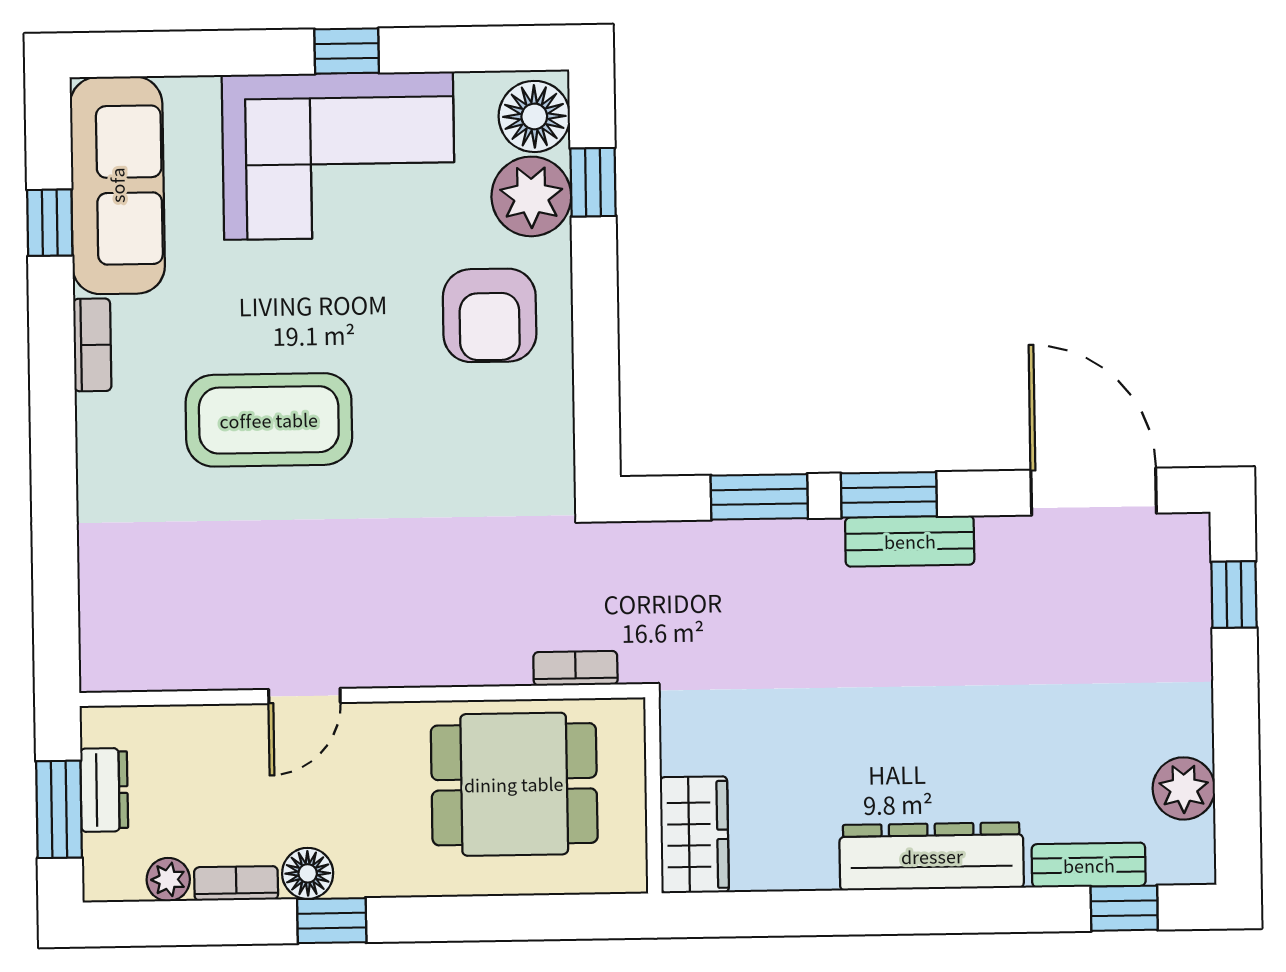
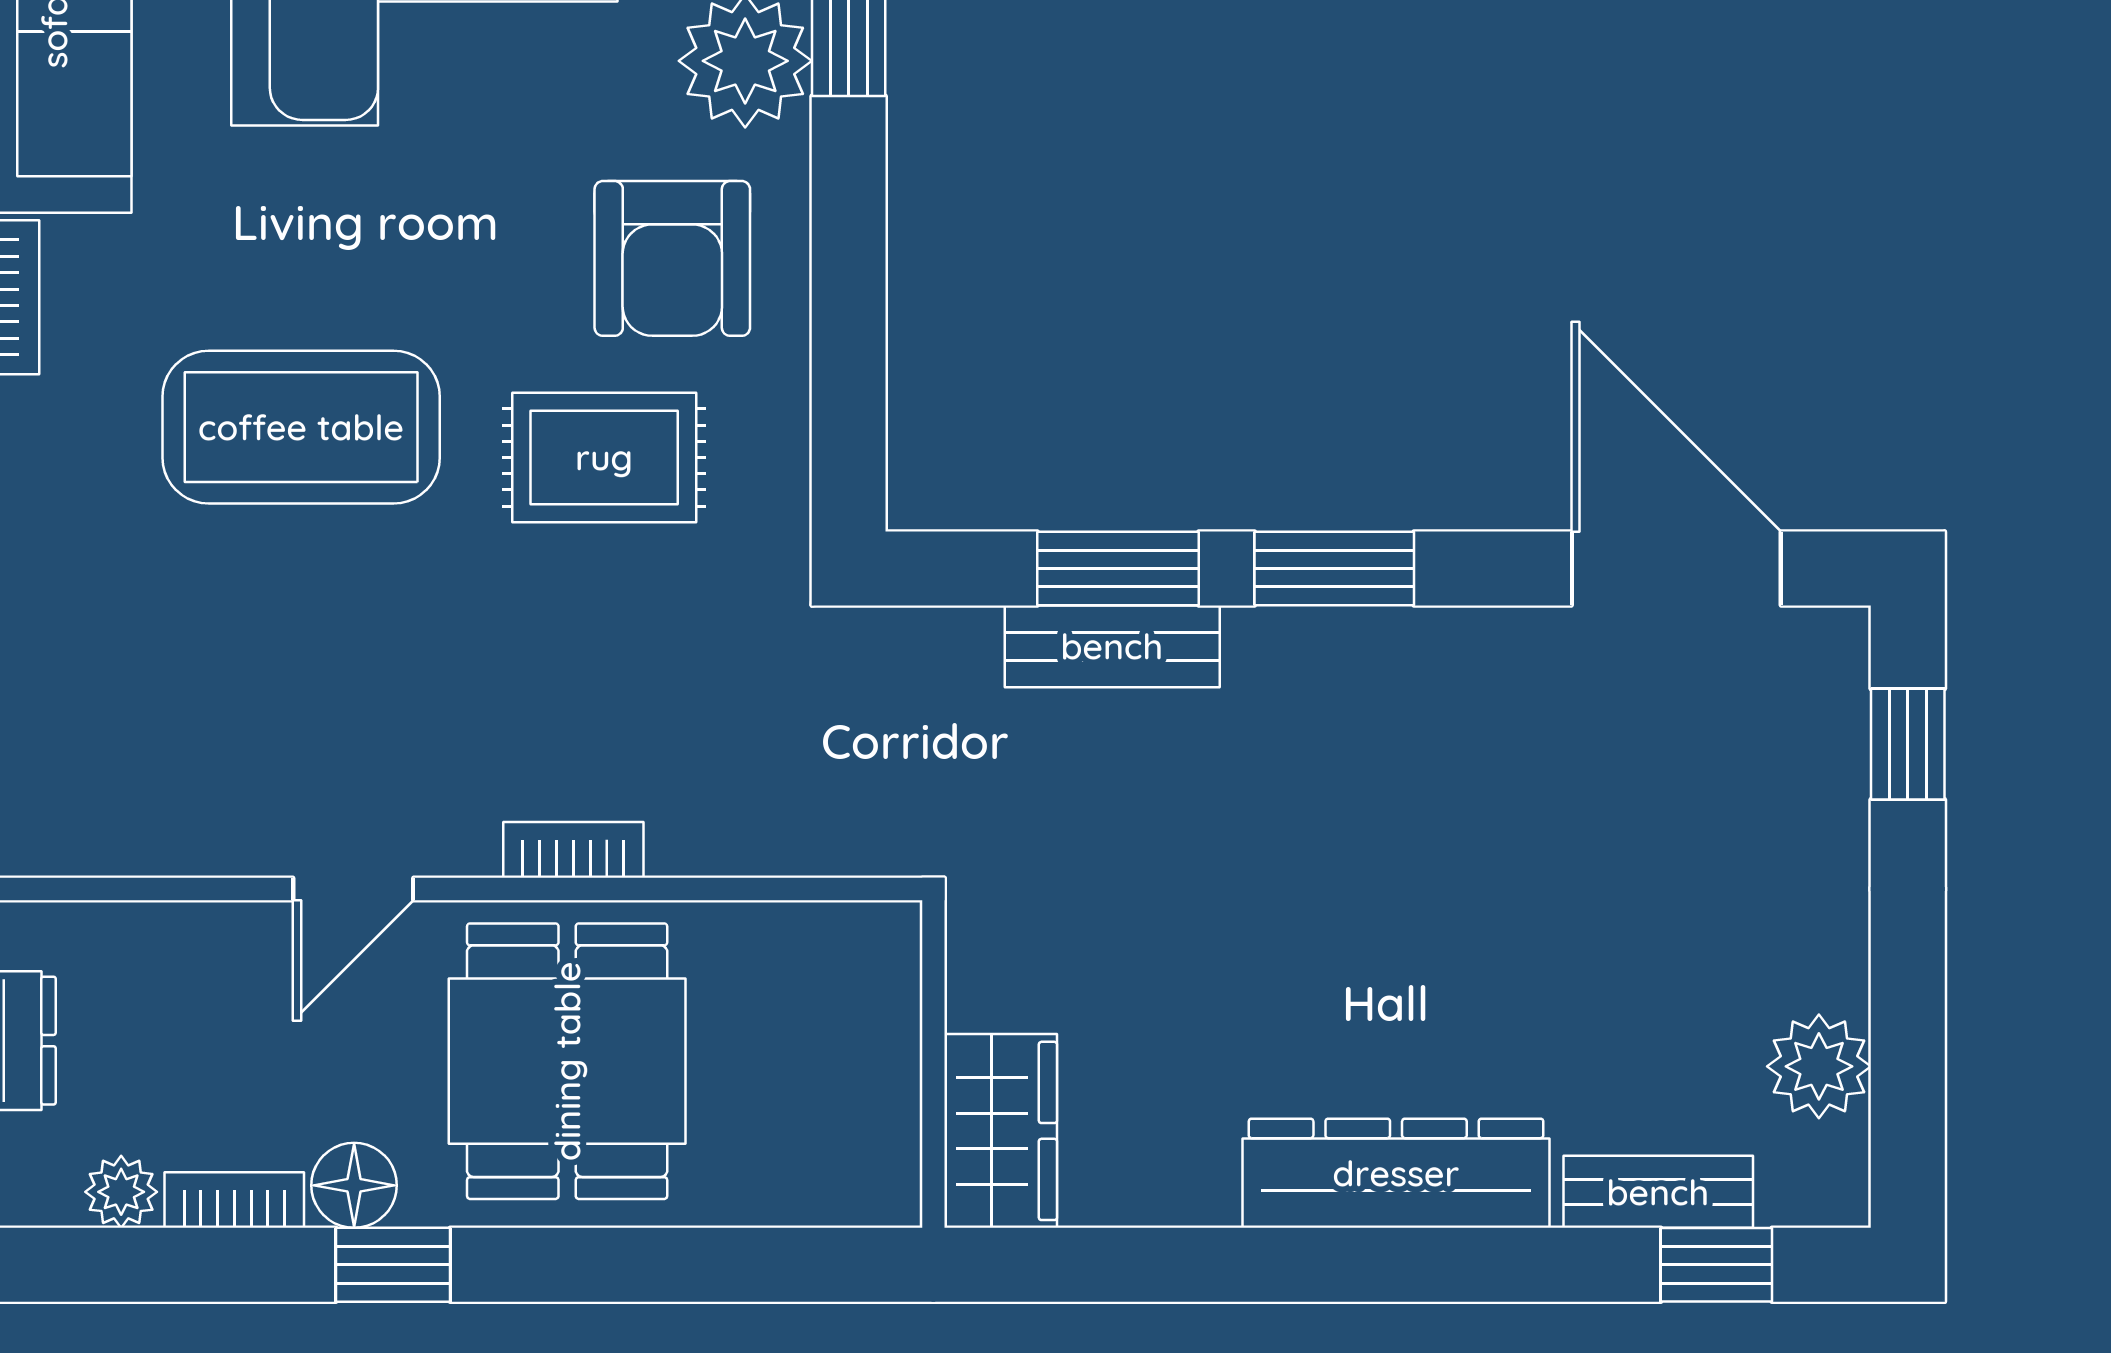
rug: (451, 435) -> (604, 457), added
bench: (910, 541) -> (1112, 646), moved
bookcase: (575, 668) -> (573, 850), moved
dining table: (514, 784) -> (567, 1061), moved, turned 90

